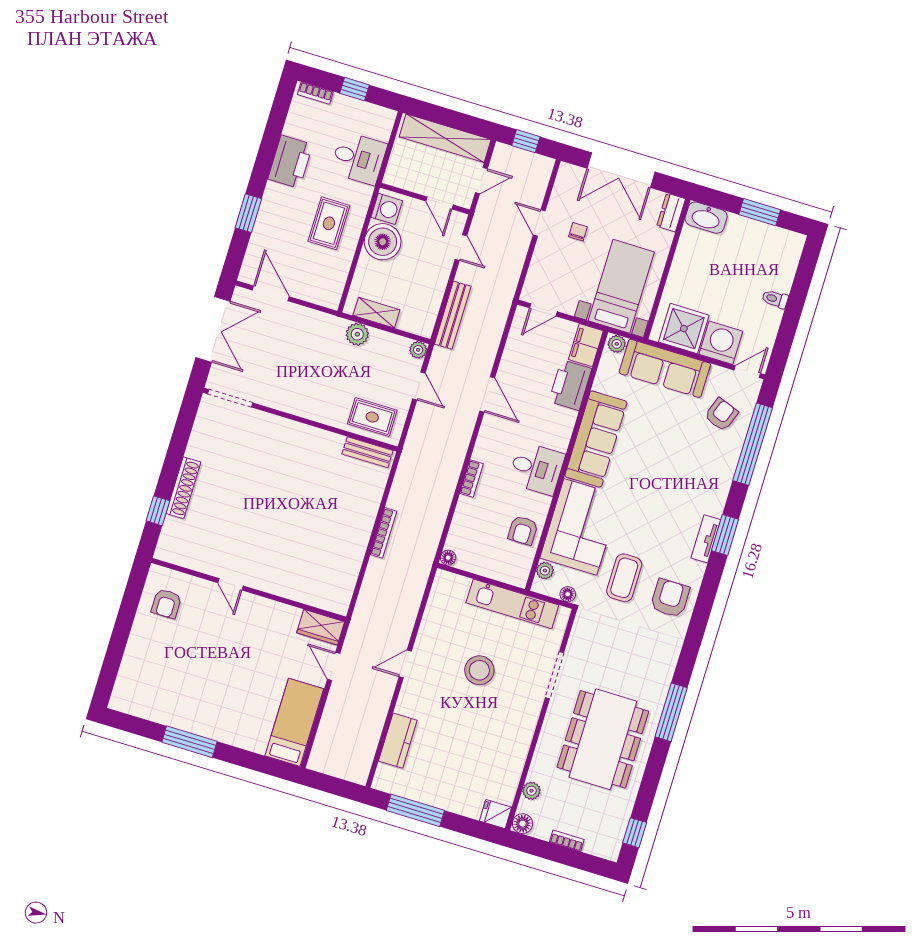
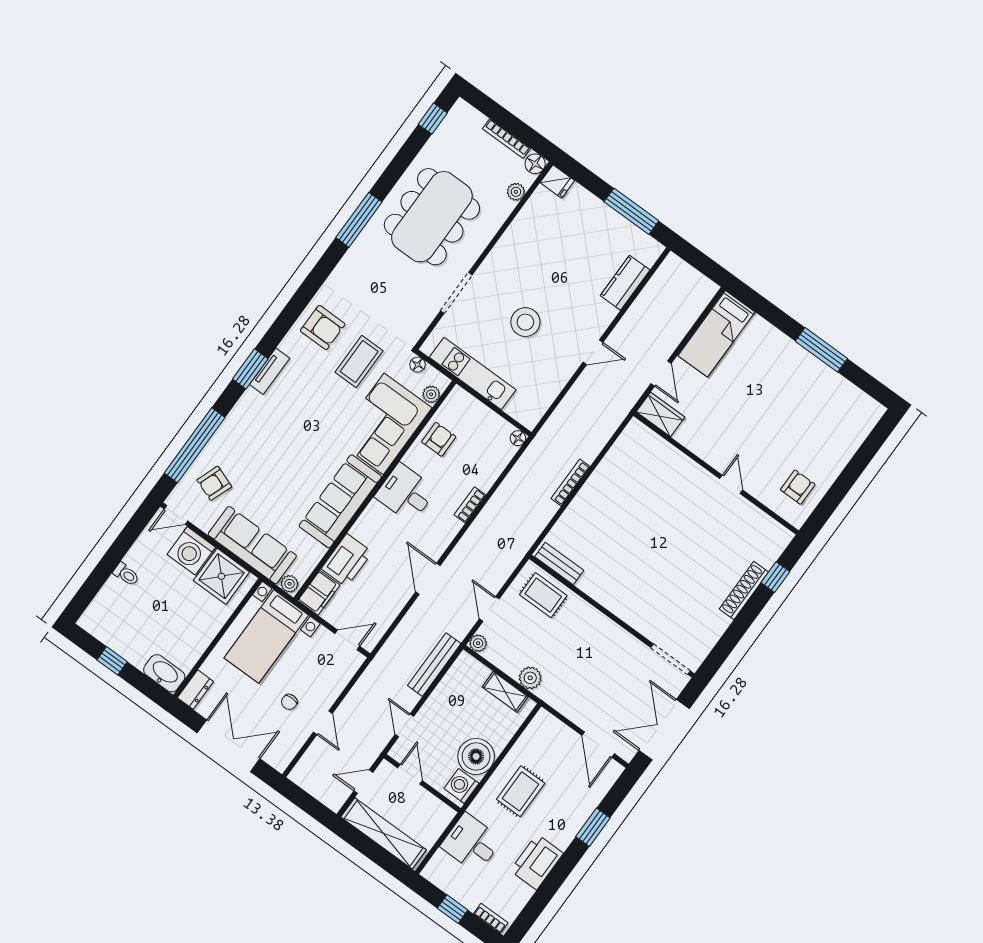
window: (526, 141) -> (309, 804), removed
window: (760, 212) -> (112, 661), width x0.67
armchair: (670, 598) -> (323, 327), turned -90
bookcase: (567, 841) -> (506, 139), width x1.56

